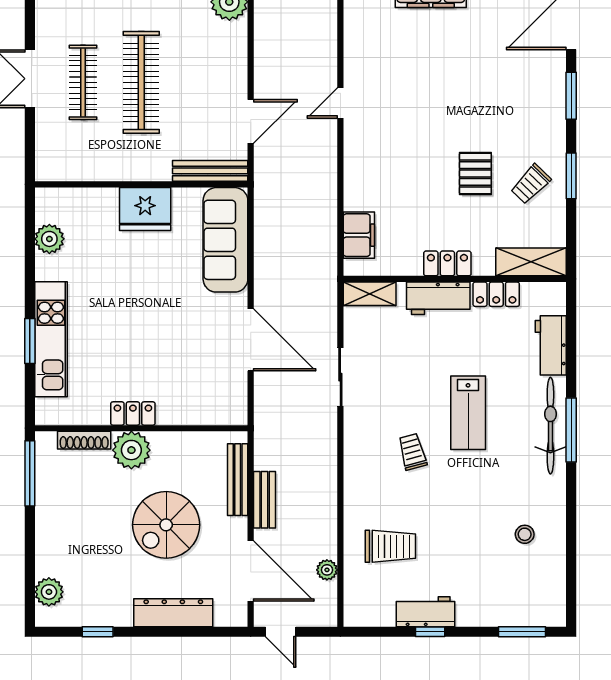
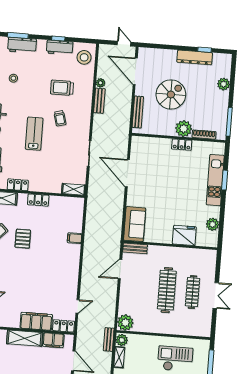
door: (340, 103) -> (77, 306), moved
bench: (210, 171) -> (135, 248), width x0.73
fridge: (145, 209) -> (184, 235), moved
filing cabinet: (359, 235) -> (75, 238), moved, width x0.50
sofa: (225, 240) -> (135, 224), width x0.73
workbench: (438, 298) -> (22, 45), moved, turned 180
bench: (265, 500) -> (99, 101), moved
trolley: (390, 546) -> (62, 88), moved
plant: (327, 570) -> (101, 83), moved
plant: (49, 592) -> (224, 84), moved
stool: (369, 594) -> (84, 57), added
dresser: (173, 613) -> (195, 57), moved

